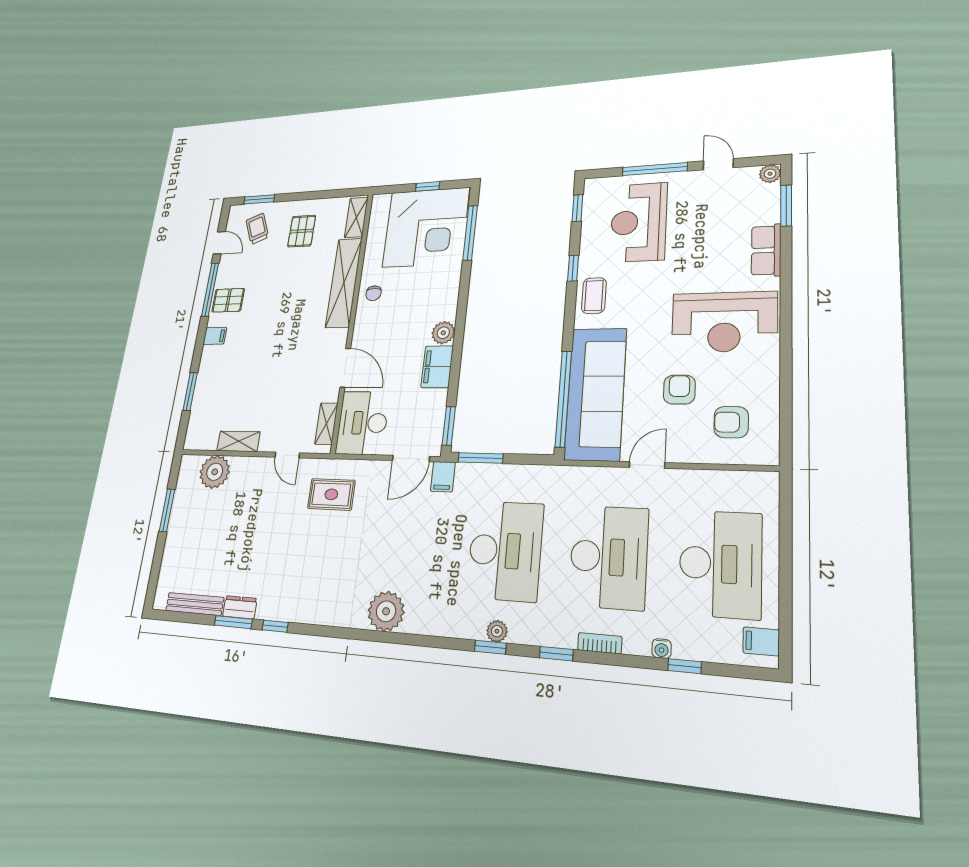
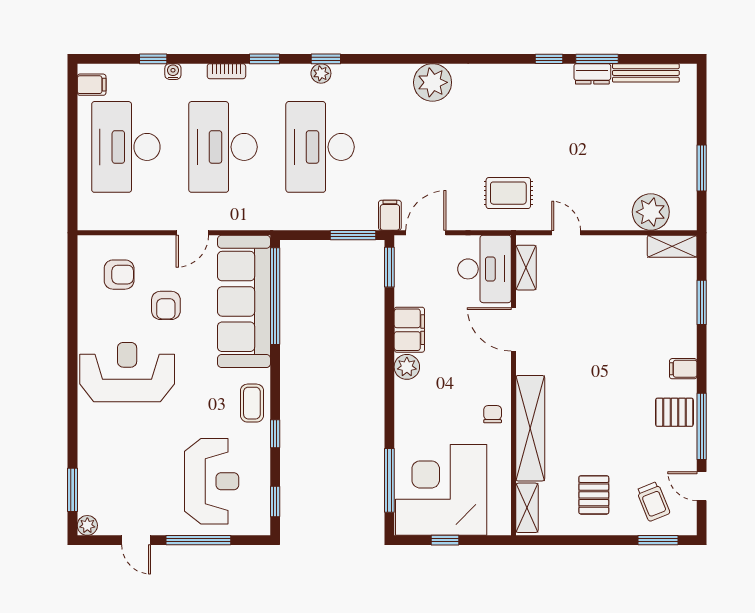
row of seats: (766, 250) -> (90, 444), removed
shelving: (238, 441) -> (672, 246), moved

